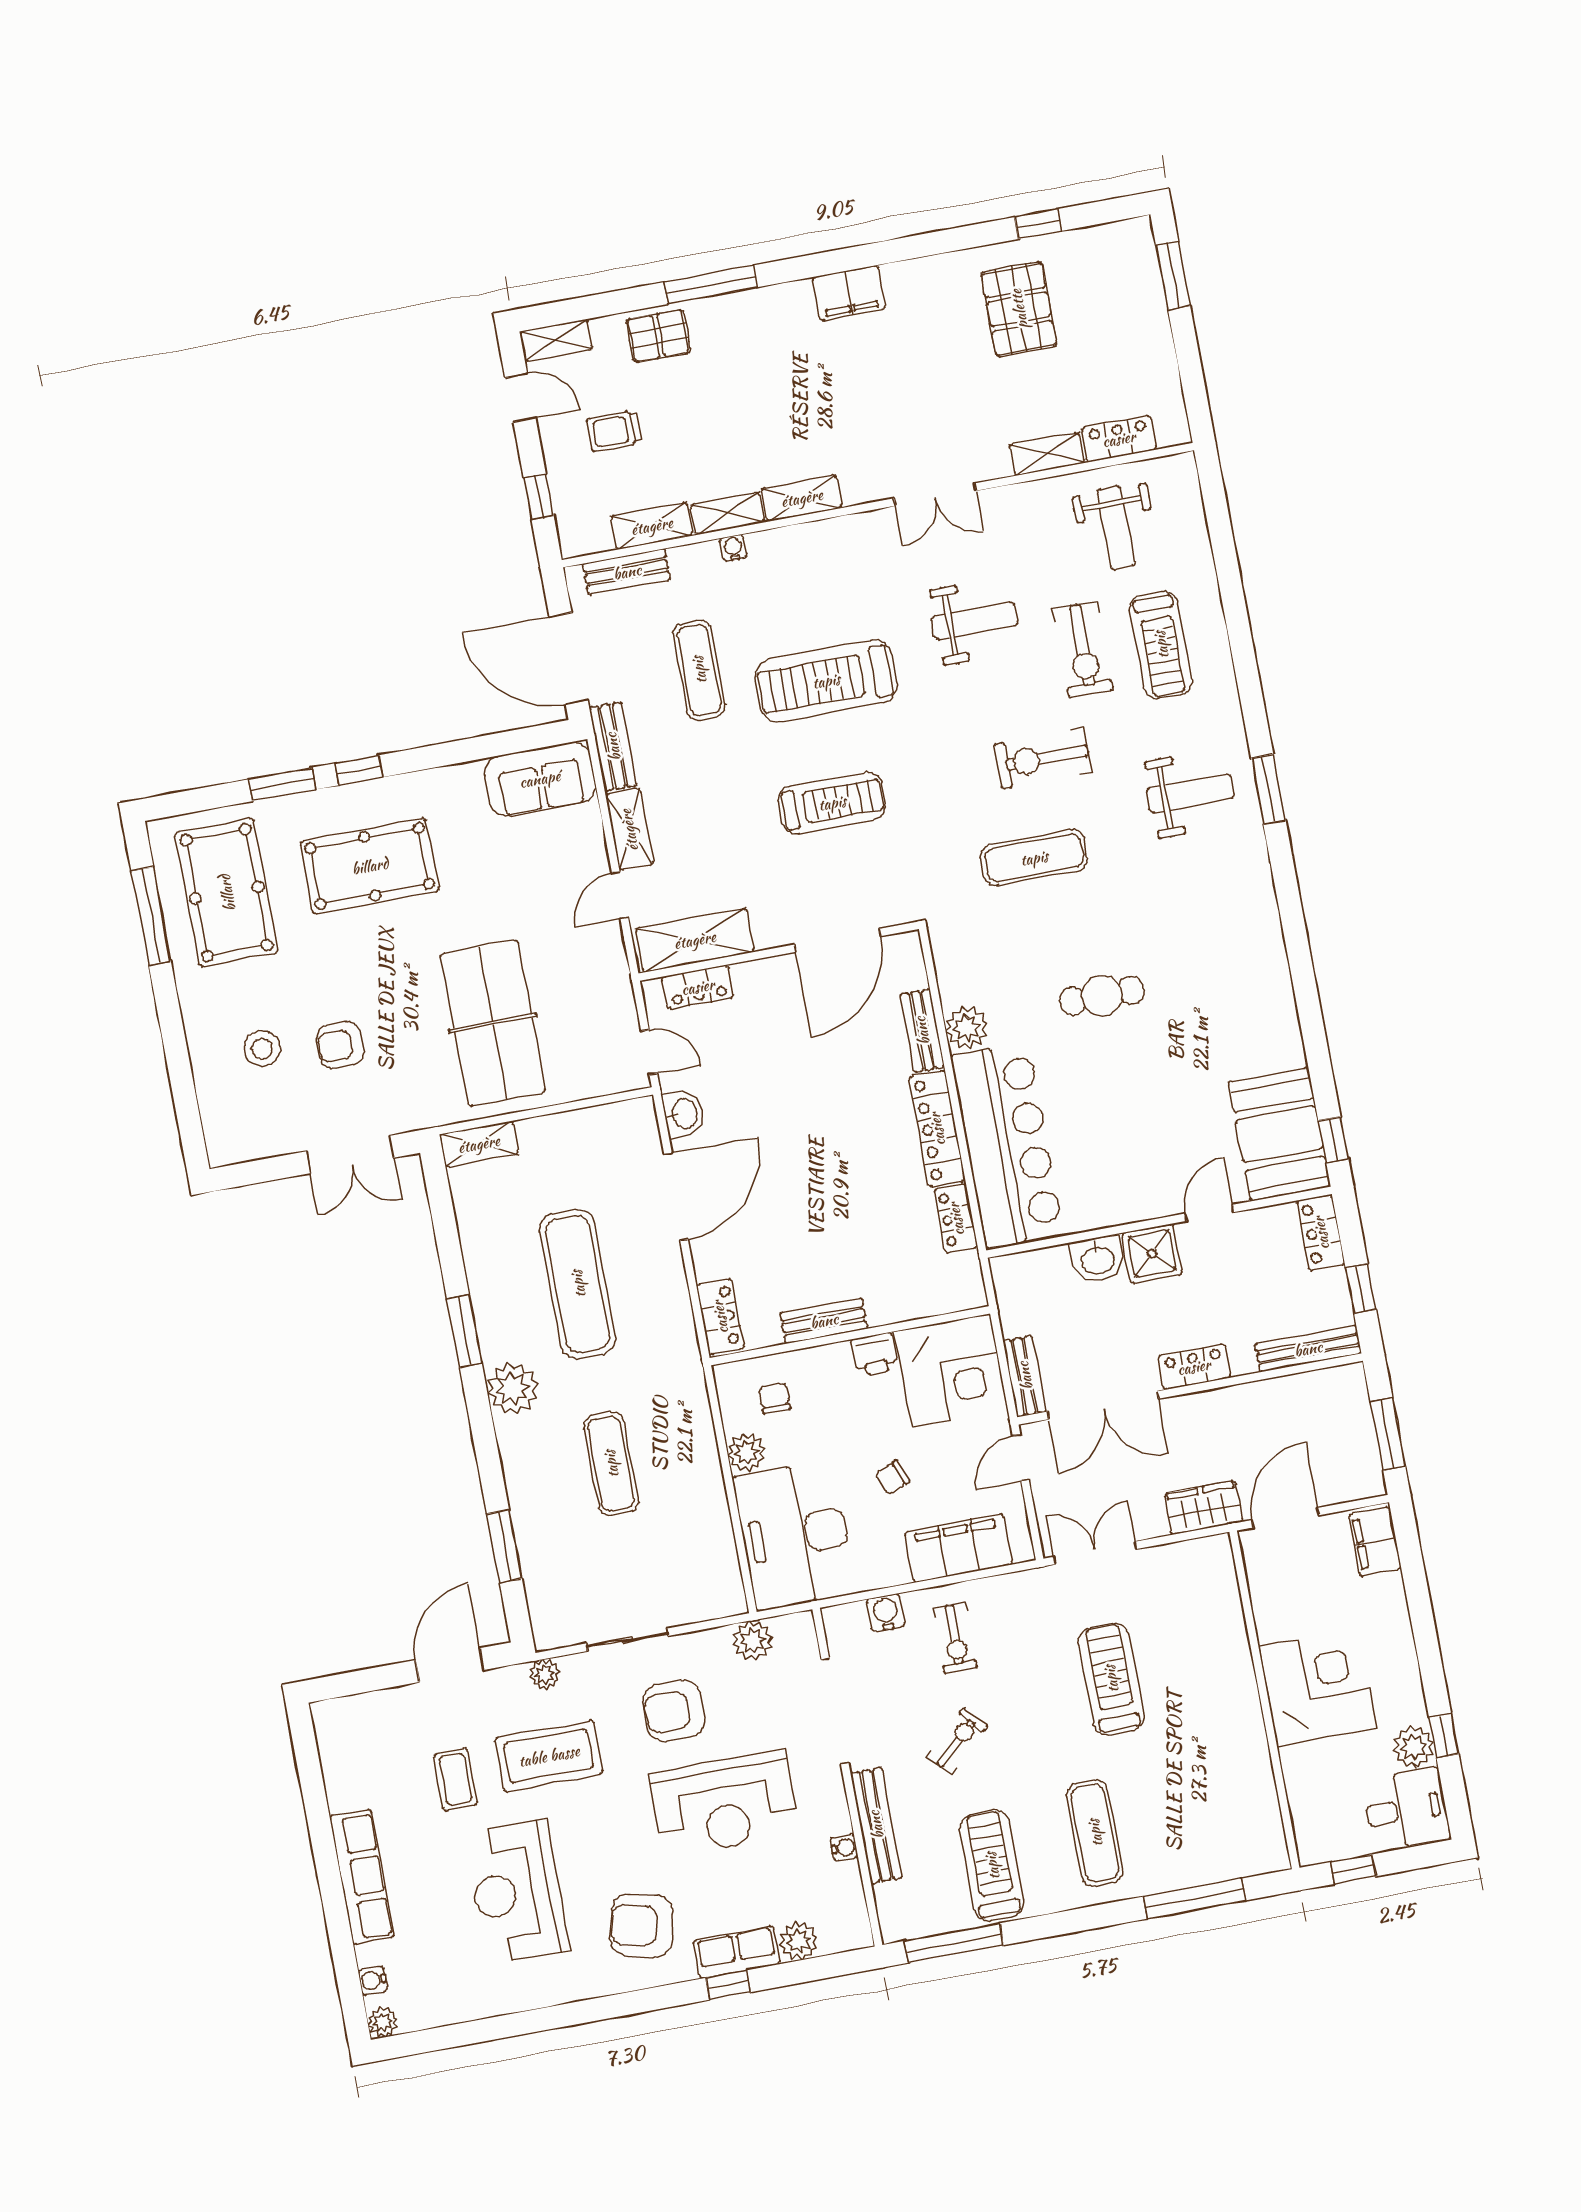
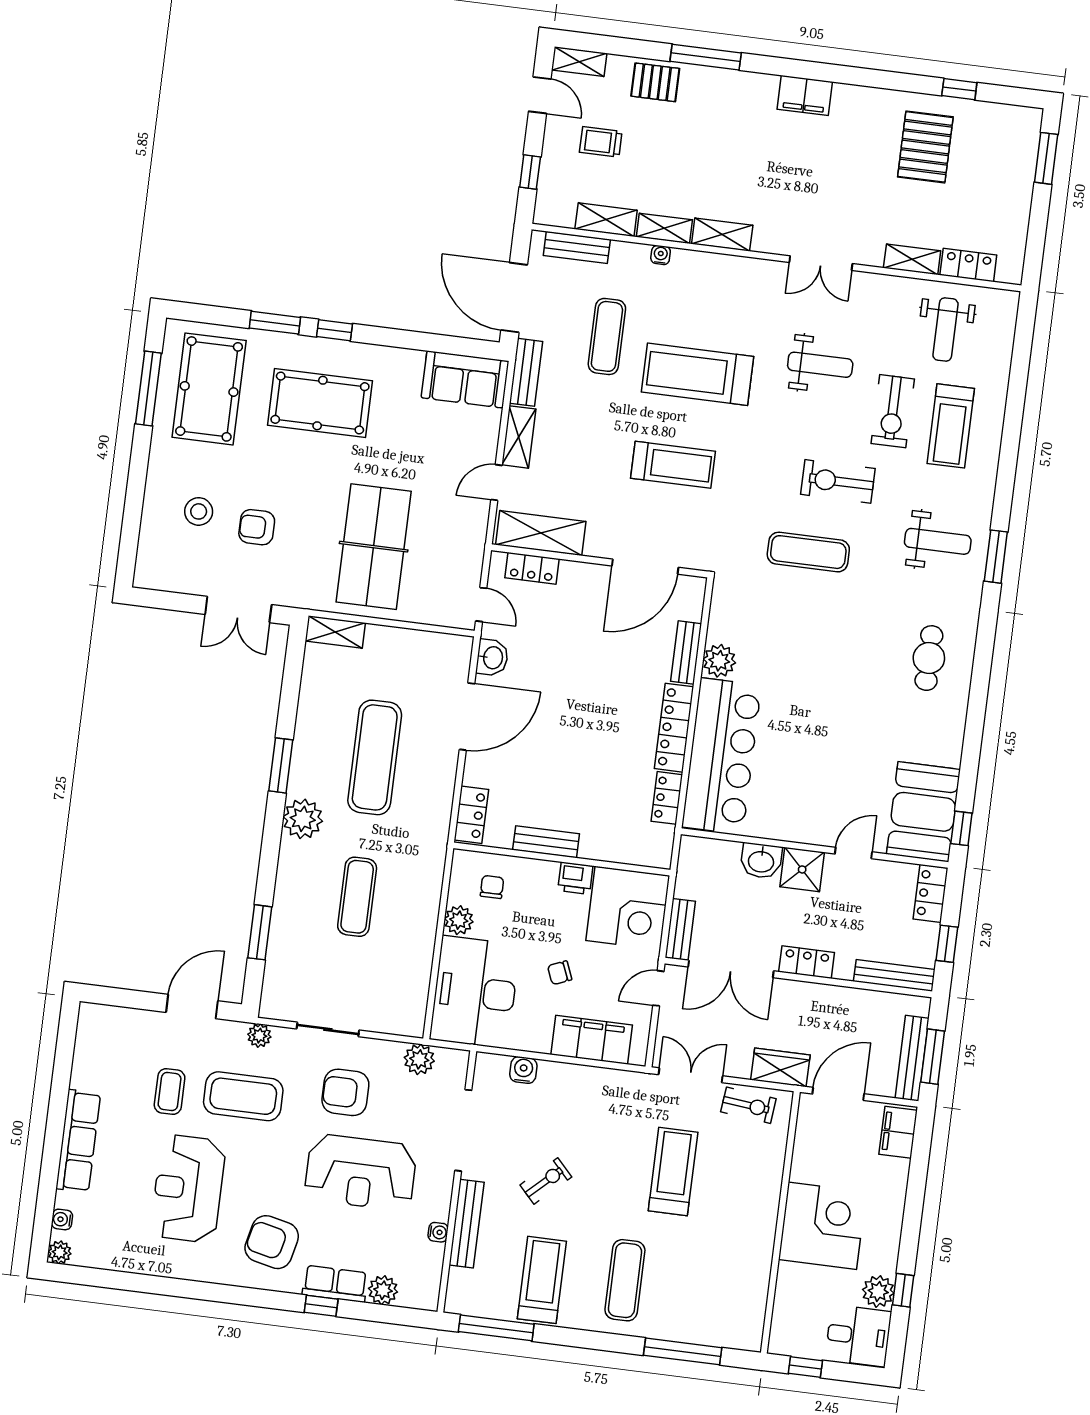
cafe table: (1102, 996) -> (929, 658), moved, turned 90
bench: (1363, 1444) -> (912, 1058), added
exercise bike: (955, 1638) -> (748, 1105), moved, turned -84

